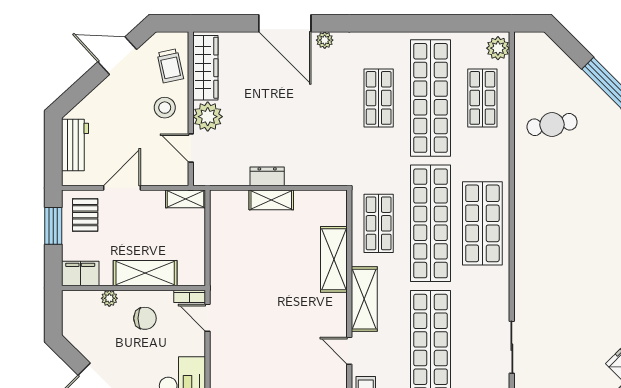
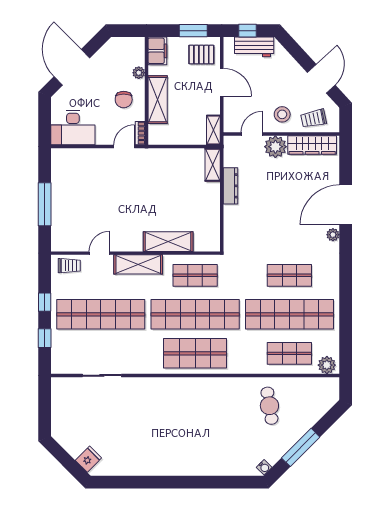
window: (53, 154) -> (248, 31), added
dresser: (267, 176) -> (230, 186), width x1.44
shelving: (271, 200) -> (213, 165), moved

